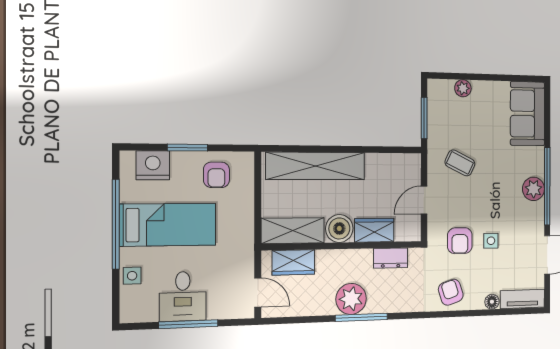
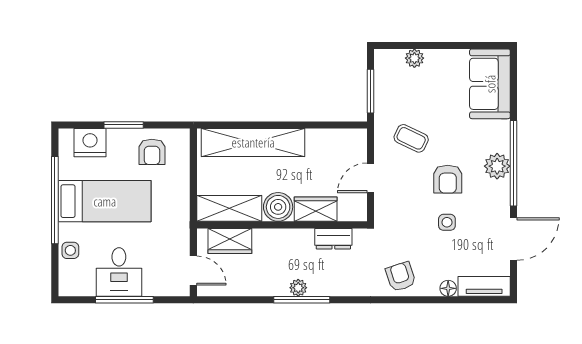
armchair: (460, 241) -> (448, 179), moved
plant: (351, 299) -> (298, 288), width x0.53, depth x0.53

